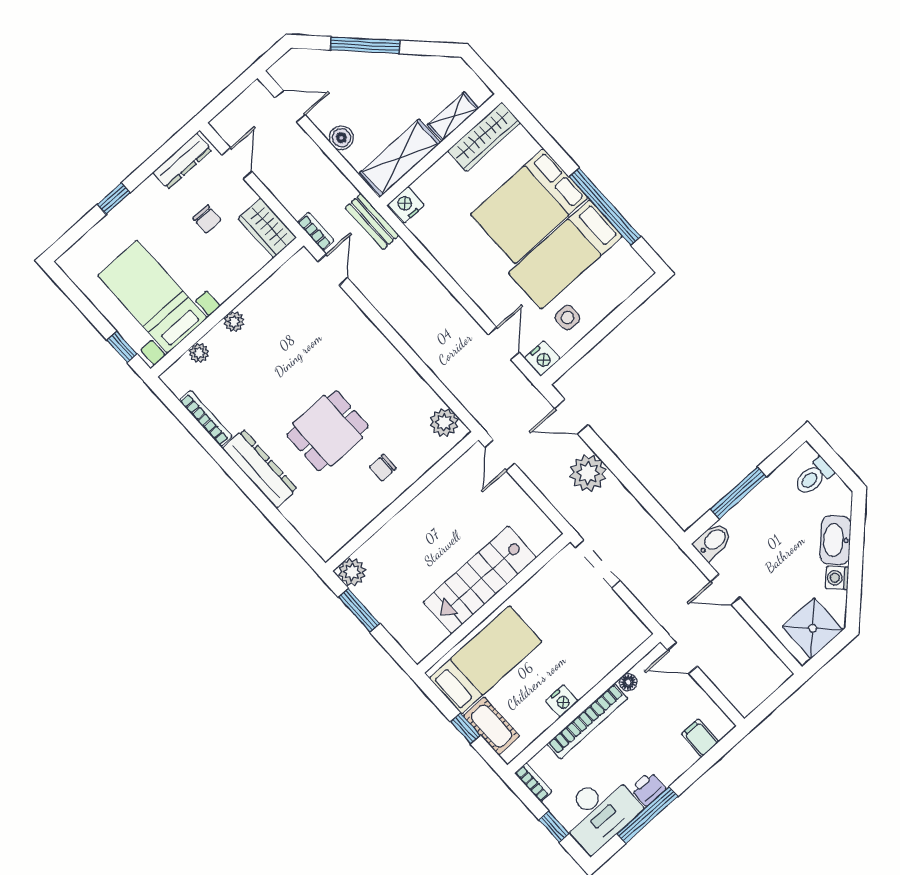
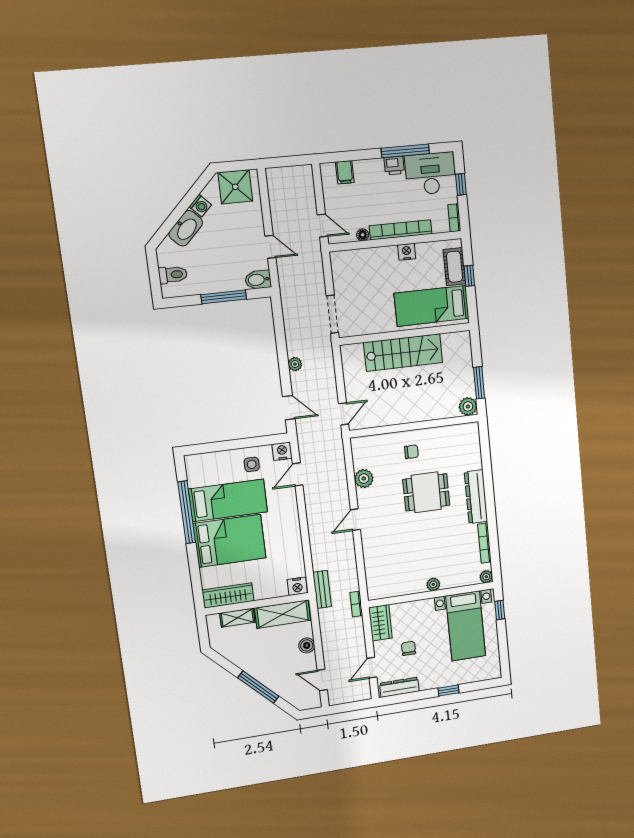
door: (333, 270) -> (355, 520), moved
plant: (199, 353) -> (486, 577), moved
plant: (444, 422) -> (364, 479), moved
plant: (588, 473) -> (295, 364), width x0.53, depth x0.53

